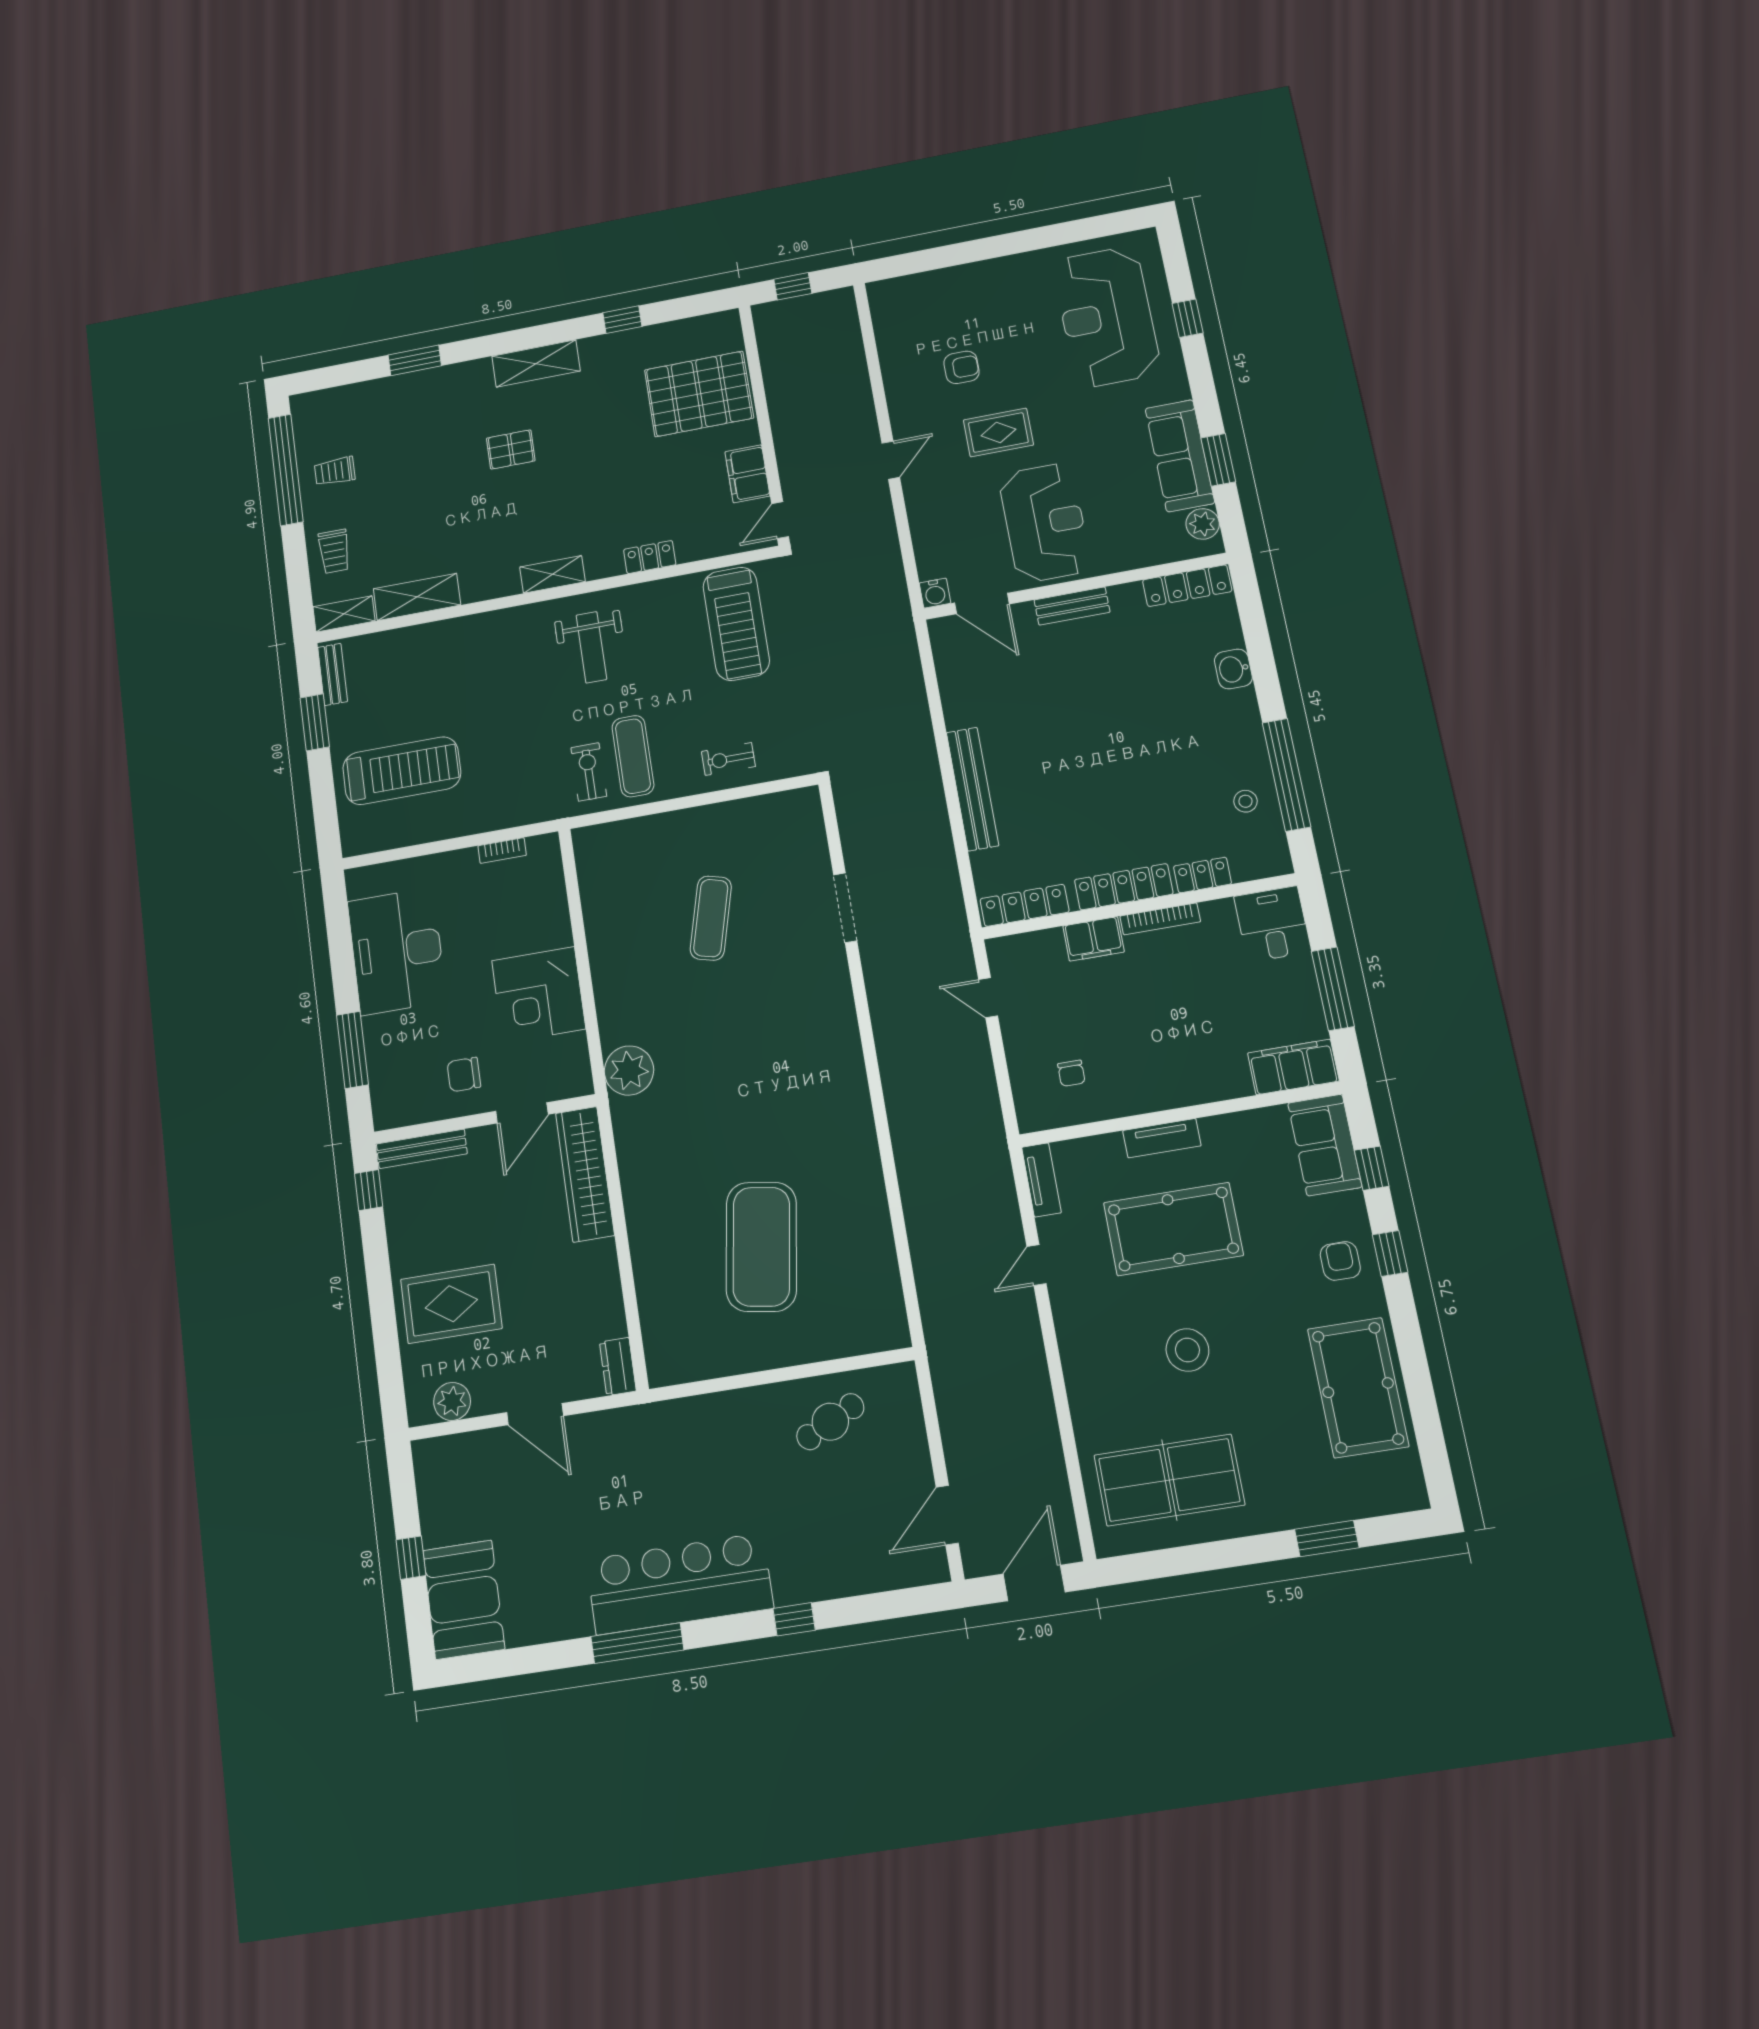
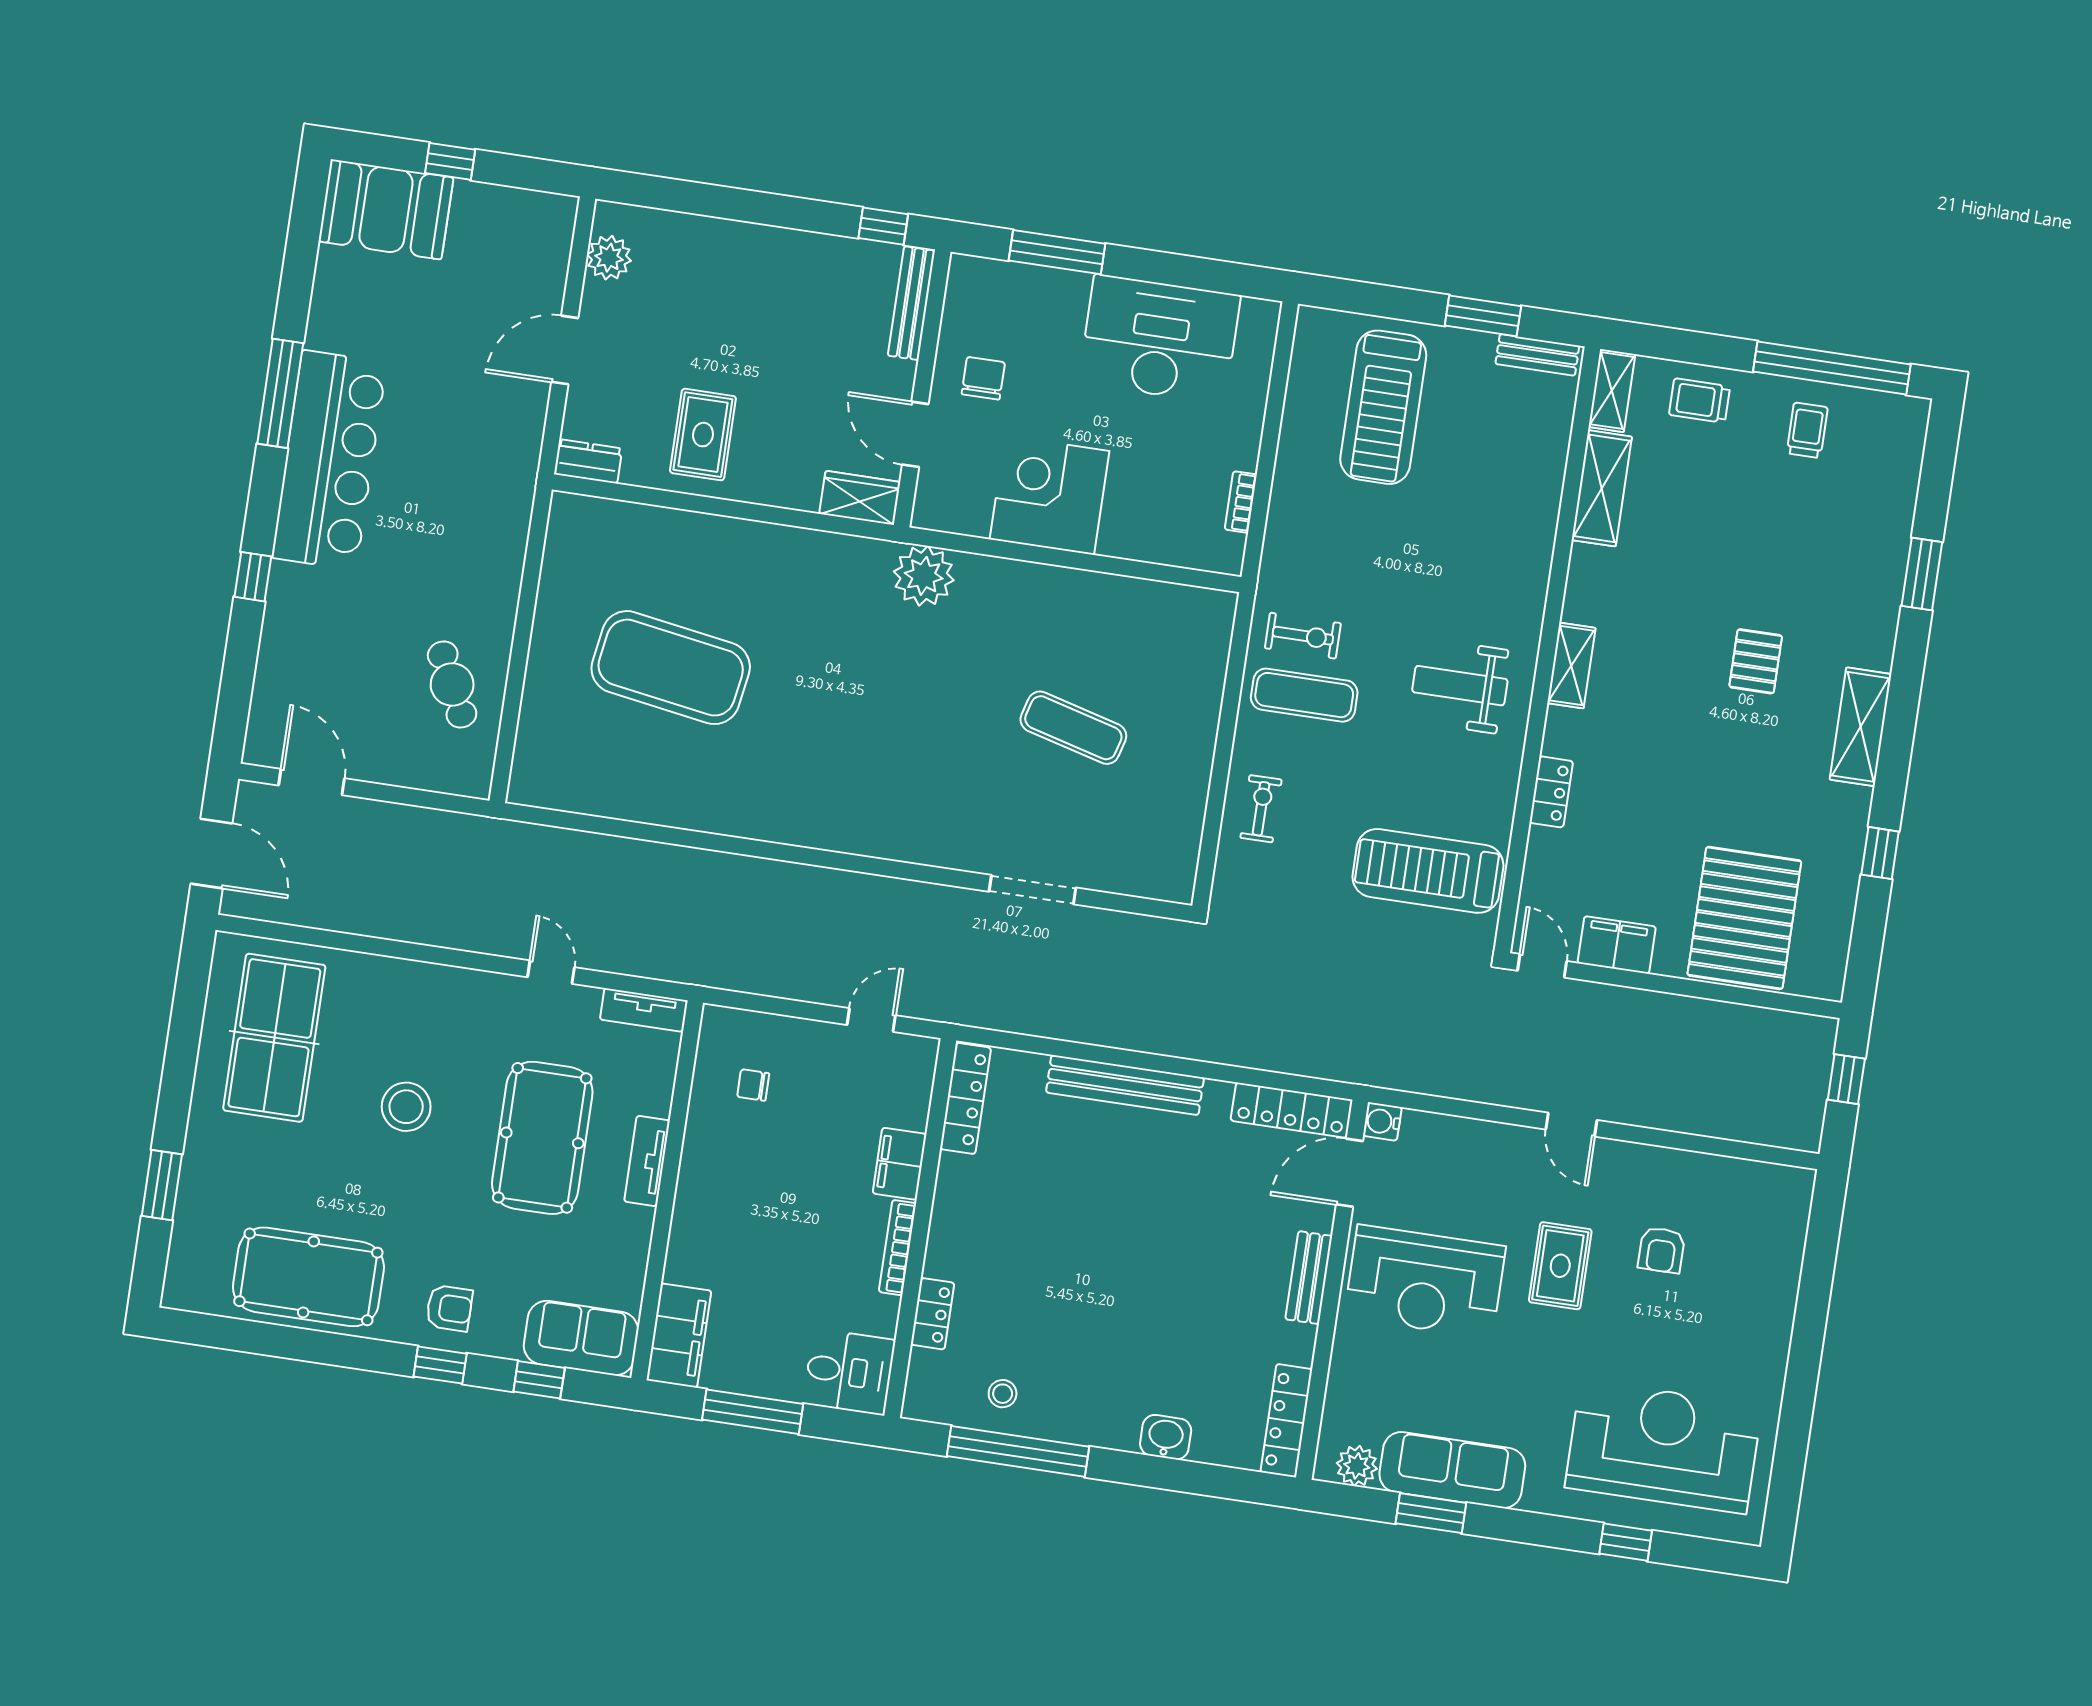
locker: (1124, 887) -> (1291, 1110), moved, turned 90
wardrobe: (585, 1174) -> (860, 498), width x0.48, depth x0.85
rug: (451, 1304) -> (703, 435), moved, width x0.73, depth x0.70

